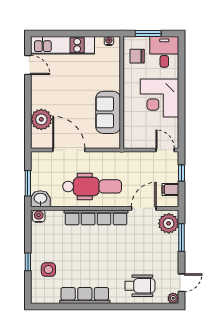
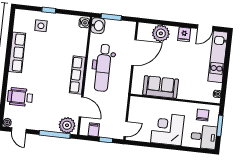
fridge: (39, 90) -> (184, 34), added
row of seats: (96, 217) -> (77, 75), width x0.73
window: (181, 238) -> (55, 134), width x1.44
wheelchair: (140, 286) -> (20, 97), turned 90

